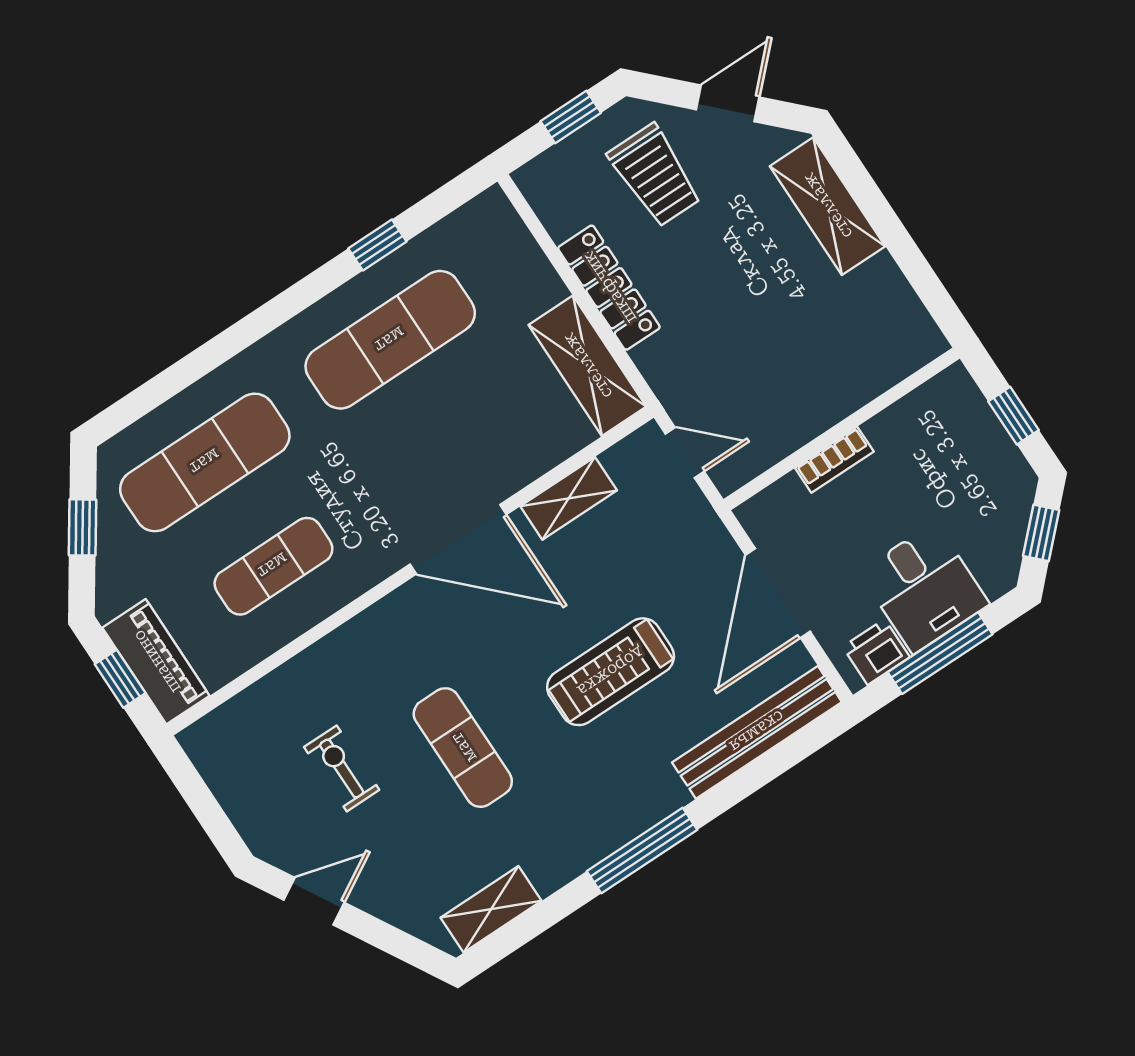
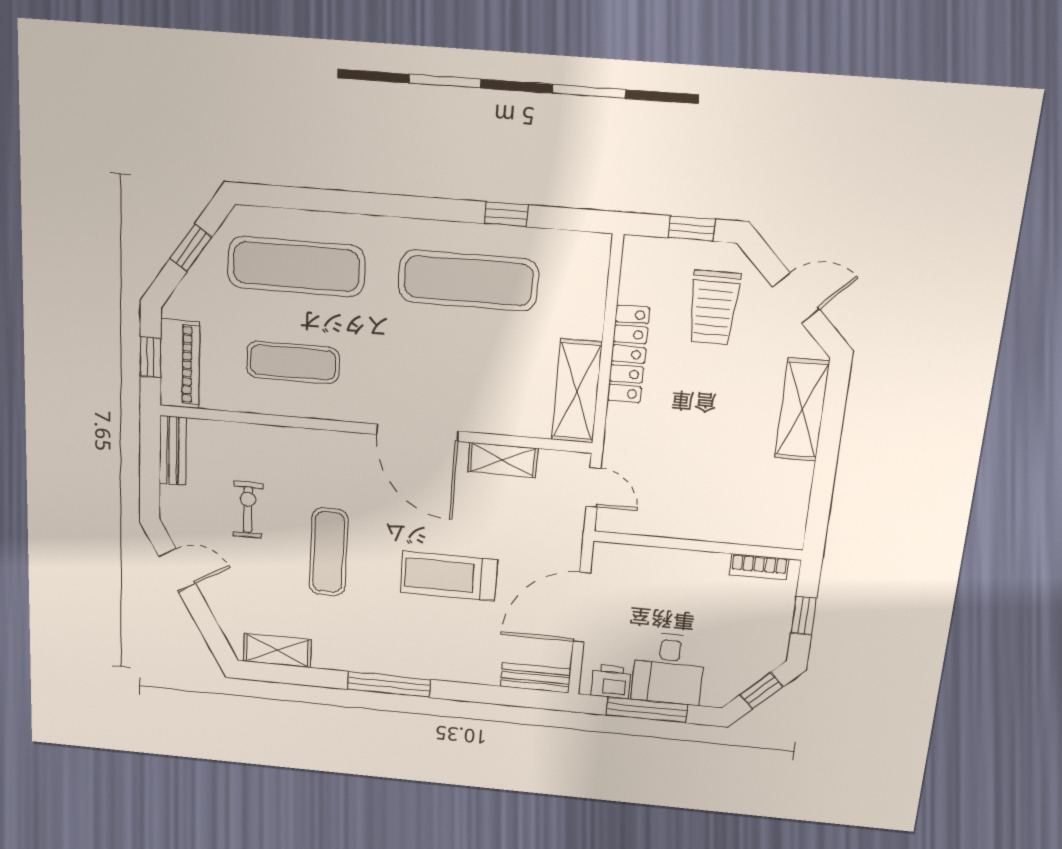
bookcase: (834, 460) -> (759, 567), moved
bench: (757, 732) -> (536, 678), width x0.54, depth x0.82
bench: (215, 765) -> (173, 451), added

